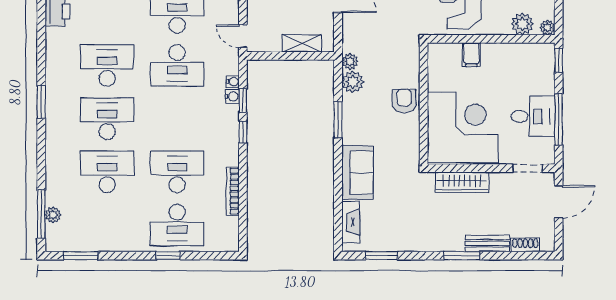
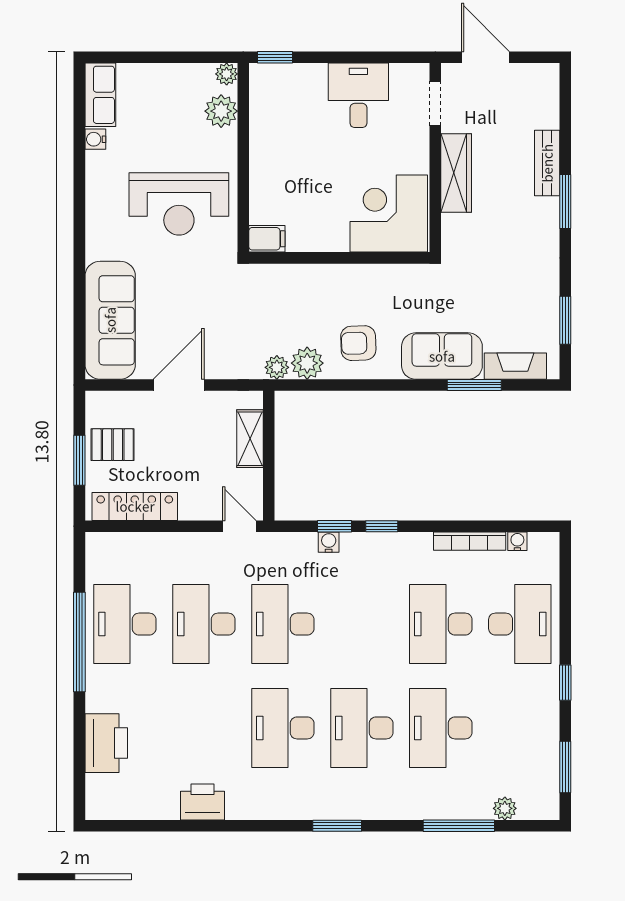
door: (243, 36) -> (239, 526), swing flipped
filing cabinet: (471, 55) -> (267, 239), moved
desk: (177, 65) -> (283, 624), turned 180
water cooler: (233, 82) -> (517, 541), moved
armchair: (404, 101) -> (358, 343), moved
window: (338, 120) -> (474, 385), moved
window: (559, 120) -> (363, 57), removed
corner desk: (463, 127) -> (389, 214), width x0.74, depth x0.74
wardrobe: (462, 182) -> (456, 173), moved
window: (41, 214) -> (459, 826), moved
shoe rack: (525, 245) -> (549, 107), removed
window: (168, 256) -> (565, 683), moved

